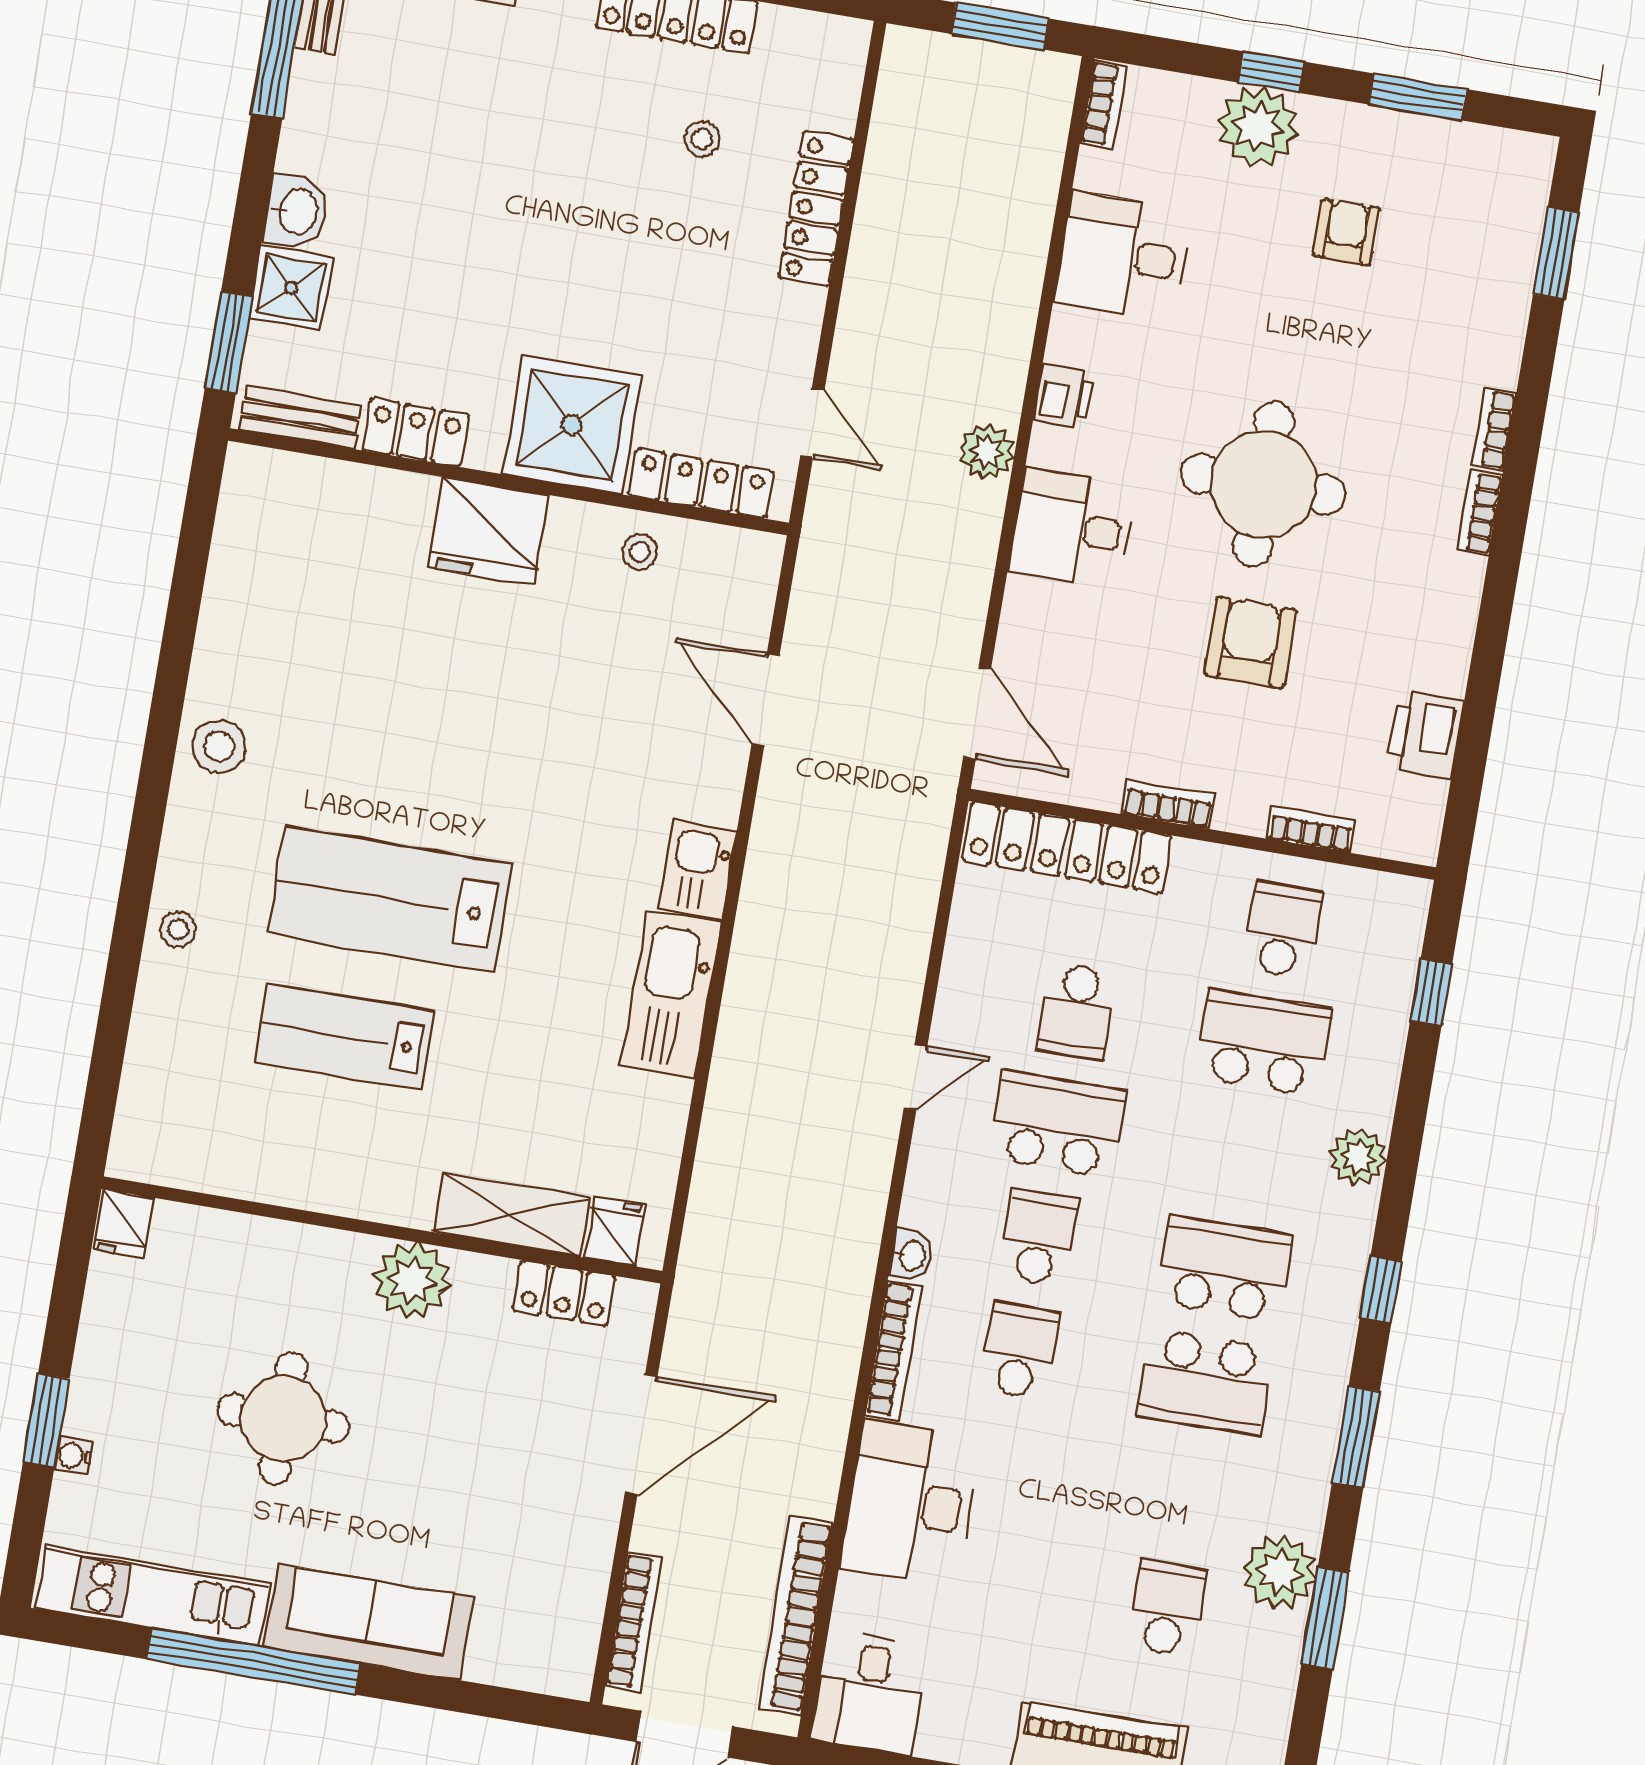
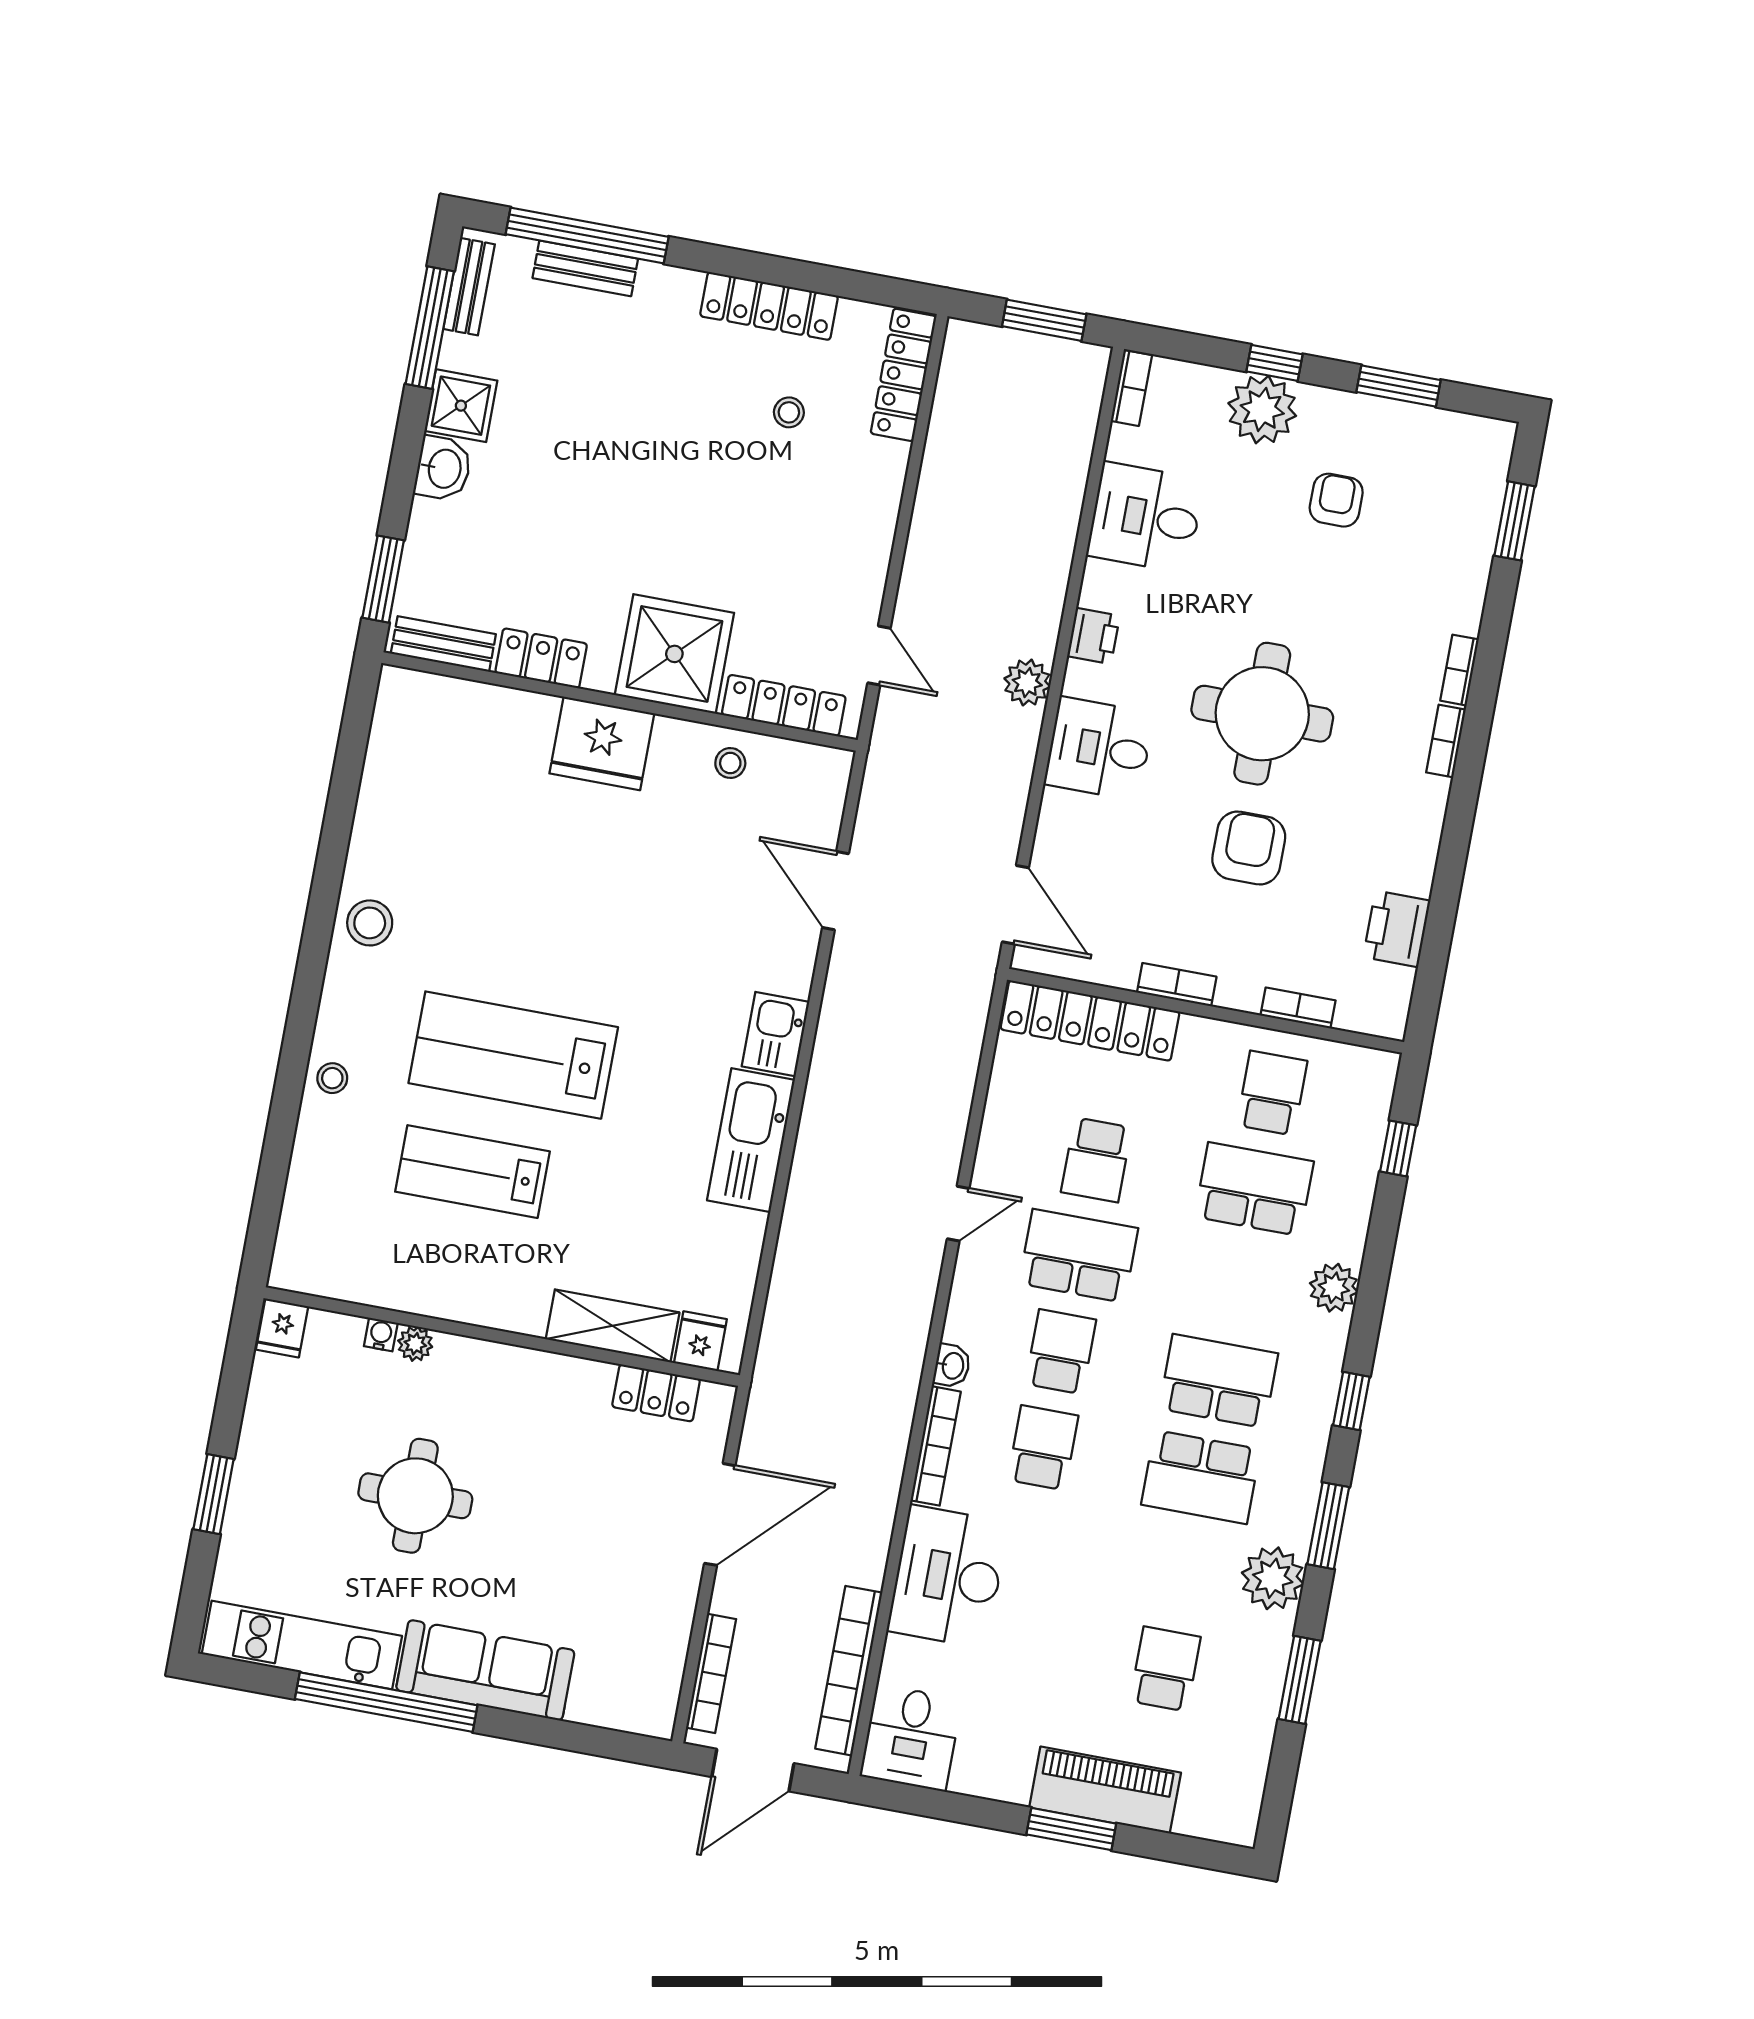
locker: (816, 209) -> (903, 375), moved
shower: (291, 288) -> (461, 406), moved
plant: (412, 1280) -> (415, 1344), moved, width x0.53, depth x0.53
water cooler: (74, 1456) -> (381, 1334), moved, turned 90
plant: (1279, 1572) -> (1273, 1578), moved

